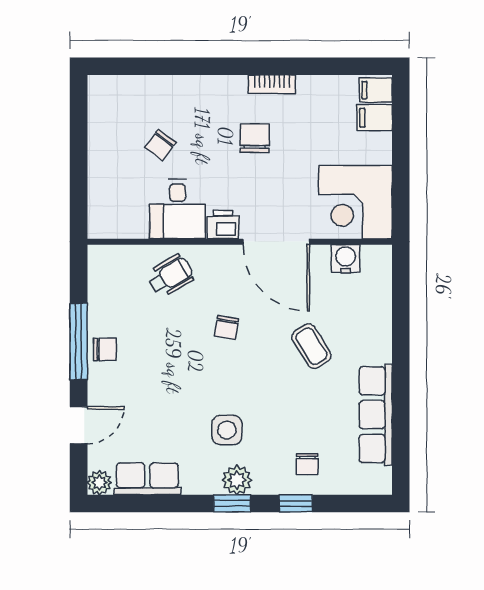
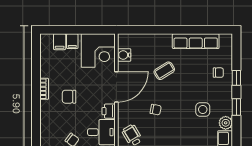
filing cabinet: (376, 90) -> (72, 41), moved
plant: (237, 480) -> (226, 123), moved

